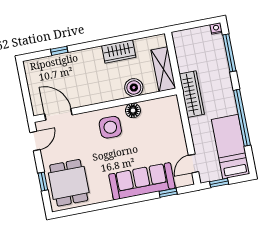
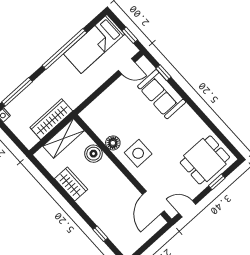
wardrobe: (192, 94) -> (51, 119), moved
sofa: (142, 181) -> (162, 94), width x0.73

